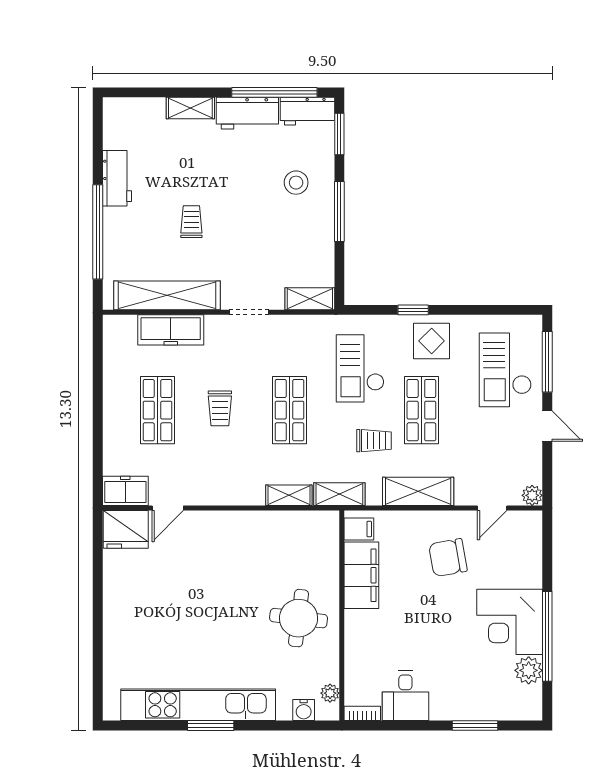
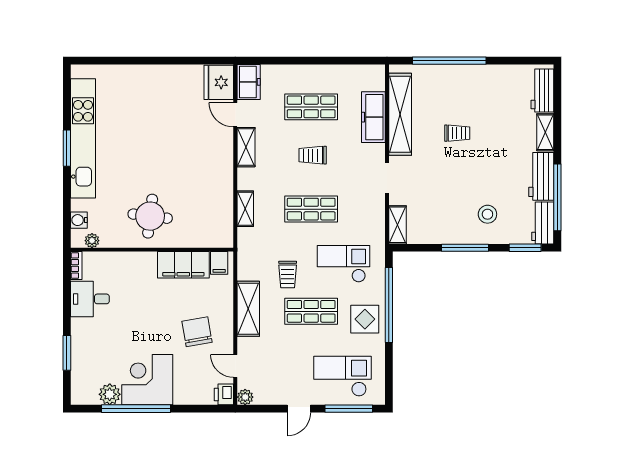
workbench: (117, 178) -> (542, 91), moved, turned 90
window: (413, 310) -> (389, 305), width x3.17
shelving: (339, 494) -> (246, 147), moved
printer: (529, 523) -> (224, 394), added

